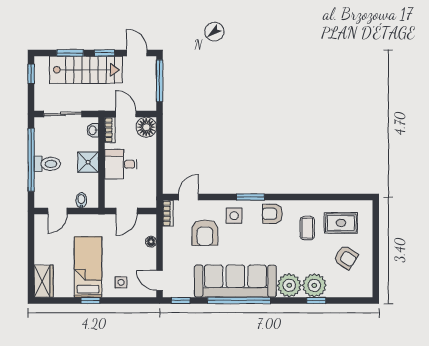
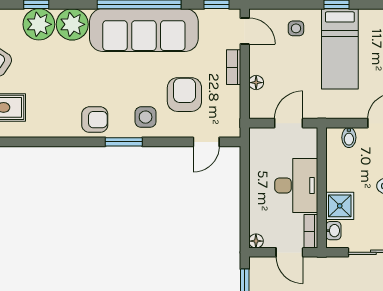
floor lamp: (146, 127) -> (256, 241), width x0.53, depth x0.53
shower: (88, 162) -> (340, 206), moved
desk: (121, 164) -> (296, 185), width x1.37
bookcase: (168, 213) -> (234, 67), moved
coffee table: (307, 228) -> (48, 100), removed

